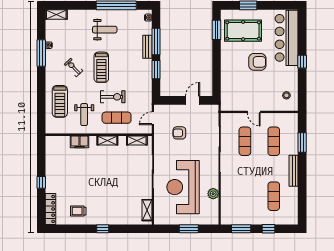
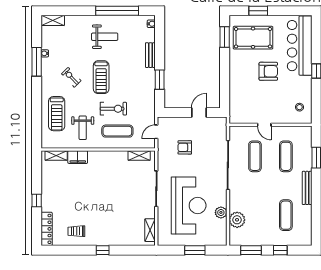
window: (156, 41) -> (160, 49), removed
shelving: (107, 140) -> (56, 155), moved
reception desk: (183, 187) -> (189, 205), turned 180
plant: (228, 200) -> (237, 220), added

